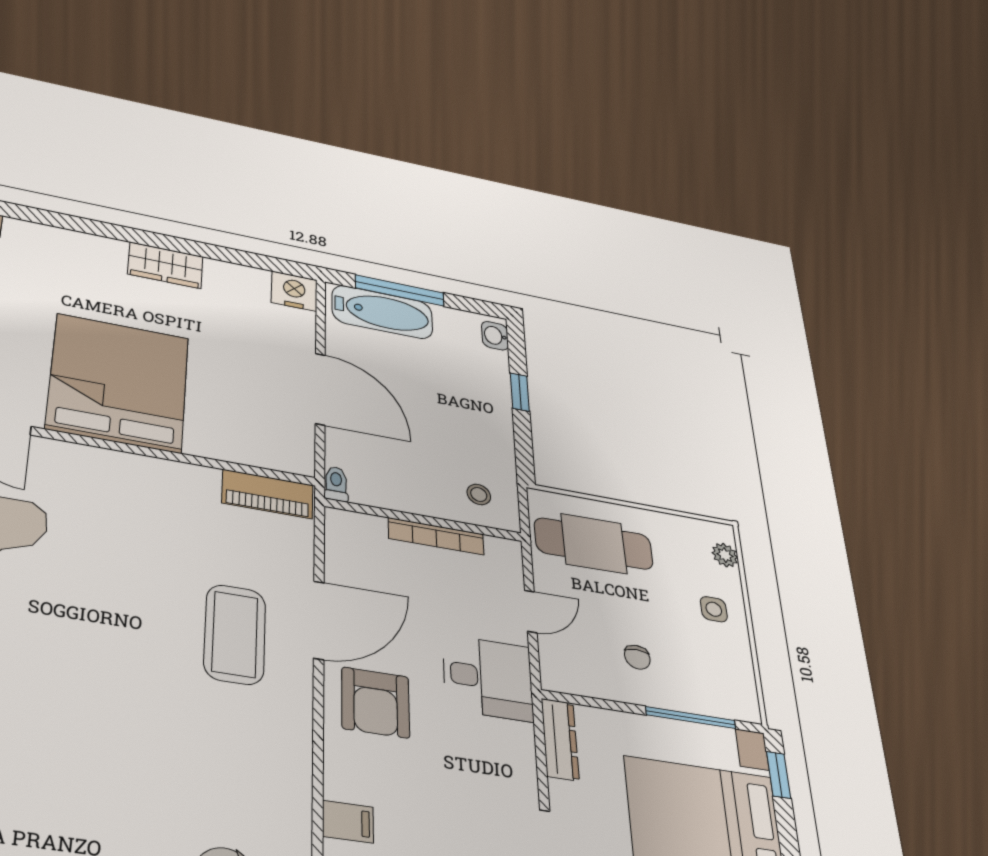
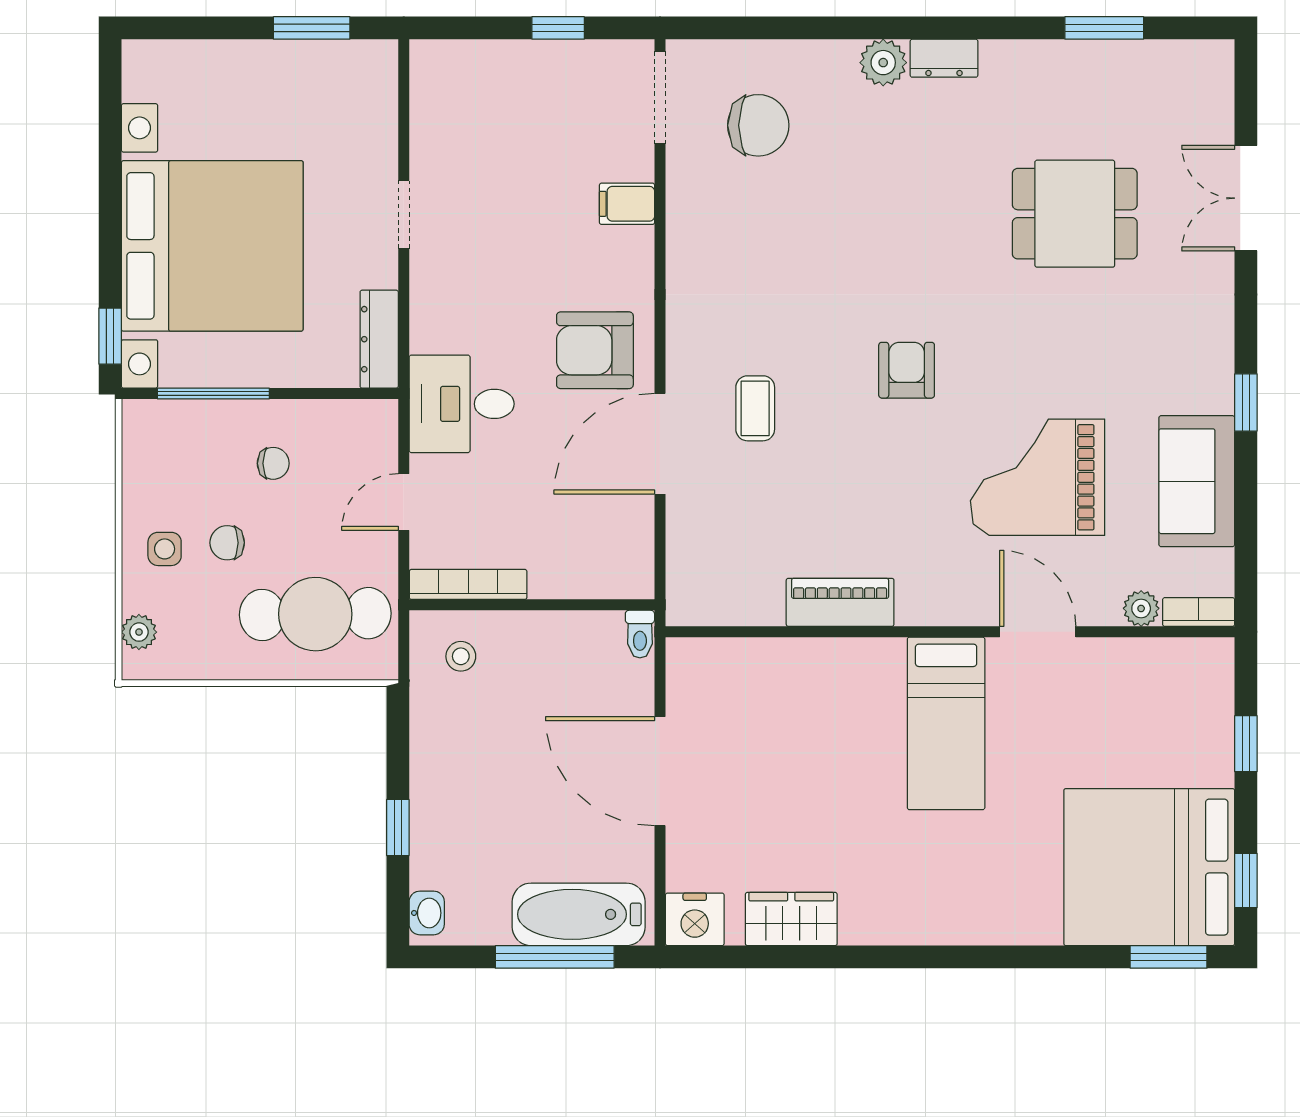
wardrobe: (165, 265) -> (791, 919), moved
bed: (118, 383) -> (946, 723), width x0.49
piano: (268, 494) -> (840, 602), moved
bookcase: (436, 536) -> (468, 584), moved
chair: (667, 605) -> (227, 543), added
coffee table: (235, 634) -> (755, 408), width x0.54, depth x0.58
armchair: (95, 643) -> (907, 370), added
chair: (637, 657) -> (273, 463), turned 90
armchair: (376, 702) -> (595, 350), turned -90

